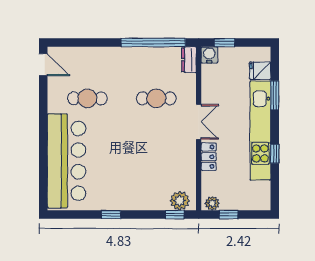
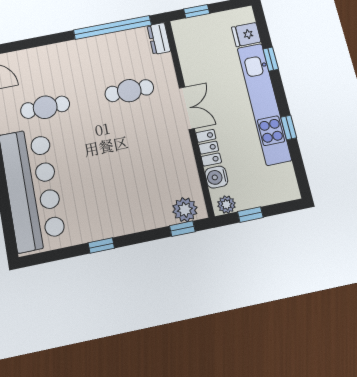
water cooler: (209, 55) -> (216, 177), moved, turned -90
window: (275, 95) -> (271, 59), width x0.67

